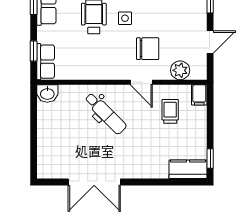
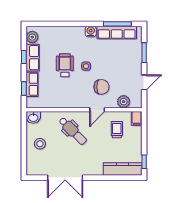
row of seats: (46, 62) -> (32, 84), moved
door: (141, 82) -> (97, 110), hinge flipped
stool: (57, 132) -> (40, 144), added
kitchen counter: (188, 169) -> (123, 169), width x1.50

